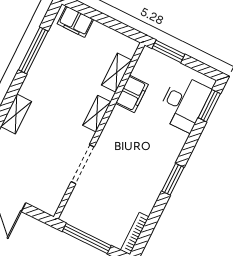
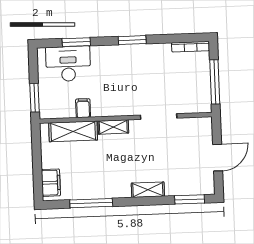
shelving: (117, 73) -> (73, 131), width x1.50, depth x1.33
filing cabinet: (132, 94) -> (83, 108), width x0.50
window: (209, 106) -> (76, 42), moved

